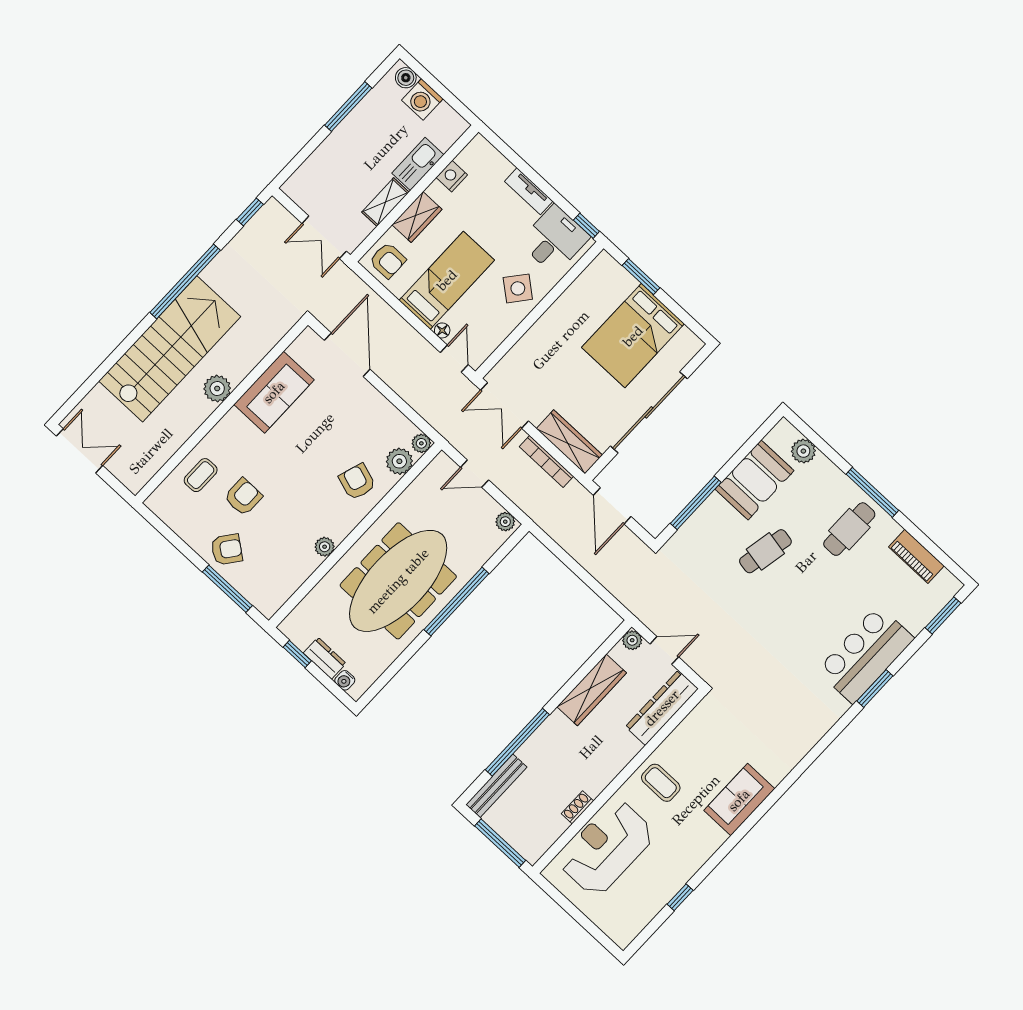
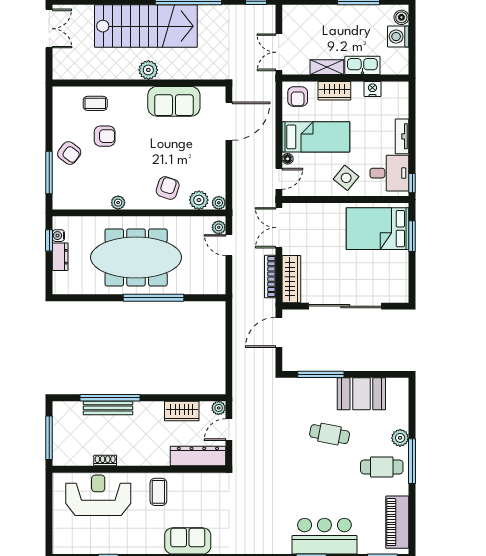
bed: (633, 336) -> (378, 229), moved
plant: (803, 451) -> (400, 438), moved
plant: (505, 522) -> (219, 227), moved
piano: (916, 556) -> (397, 522), width x1.37, depth x1.33
door: (664, 650) -> (229, 430), swing flipped
water cooler: (345, 680) -> (58, 236), moved
wardrobe: (592, 690) -> (182, 411), width x0.67
bench: (496, 786) -> (108, 408), moved

